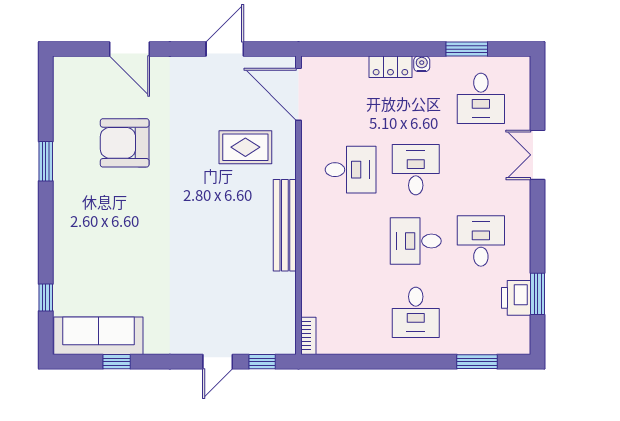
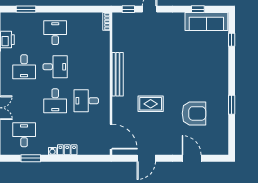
rug: (245, 147) -> (151, 104), moved

